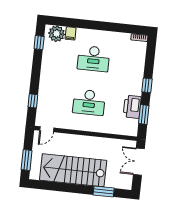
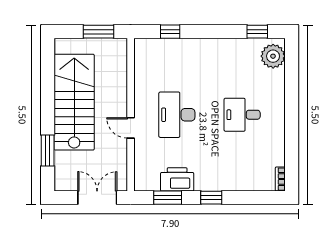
filing cabinet: (71, 33) -> (276, 77), removed
desk: (94, 59) -> (242, 115), width x0.73
door: (47, 129) -> (131, 128), moved
window: (27, 160) -> (99, 32), moved

